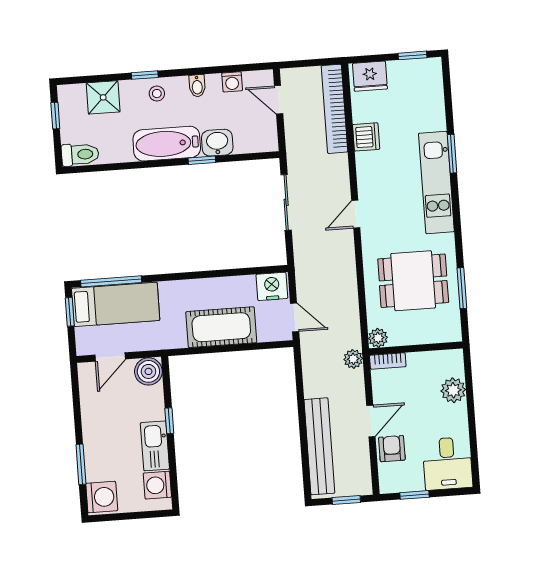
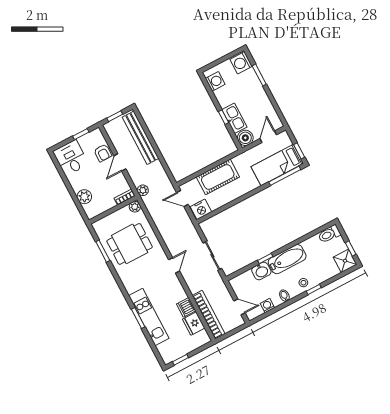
fridge: (370, 76) -> (194, 324), moved, turned -90
shower: (103, 97) -> (345, 261), moved
kitchen unit: (436, 182) -> (149, 317), moved
kitchen sink: (155, 446) -> (234, 118), moved

